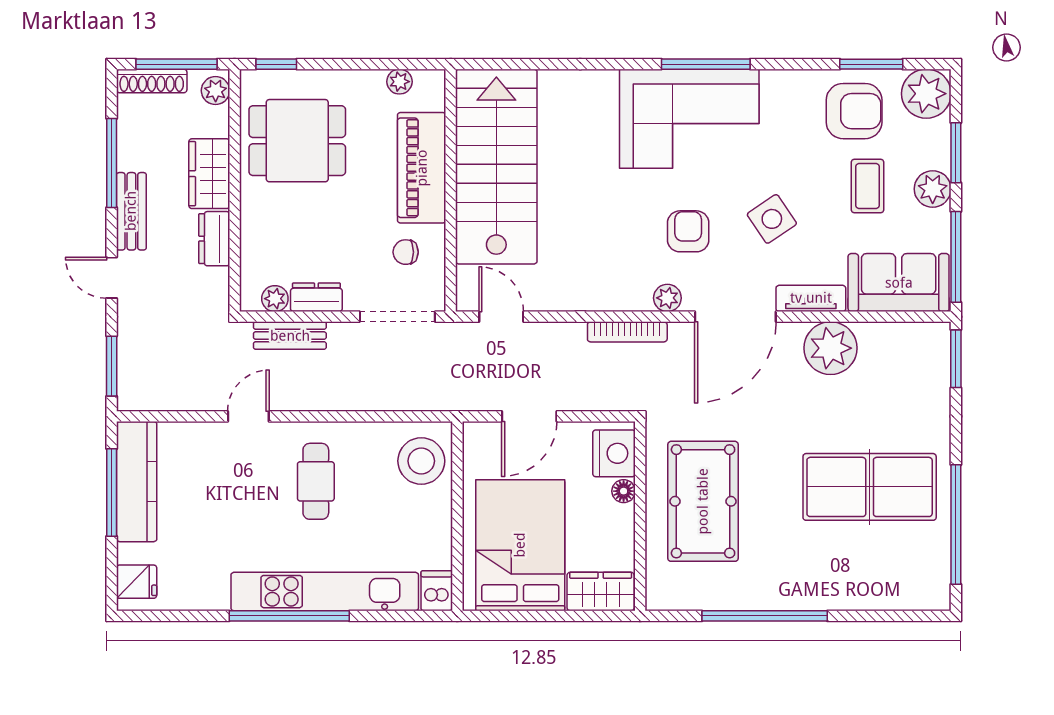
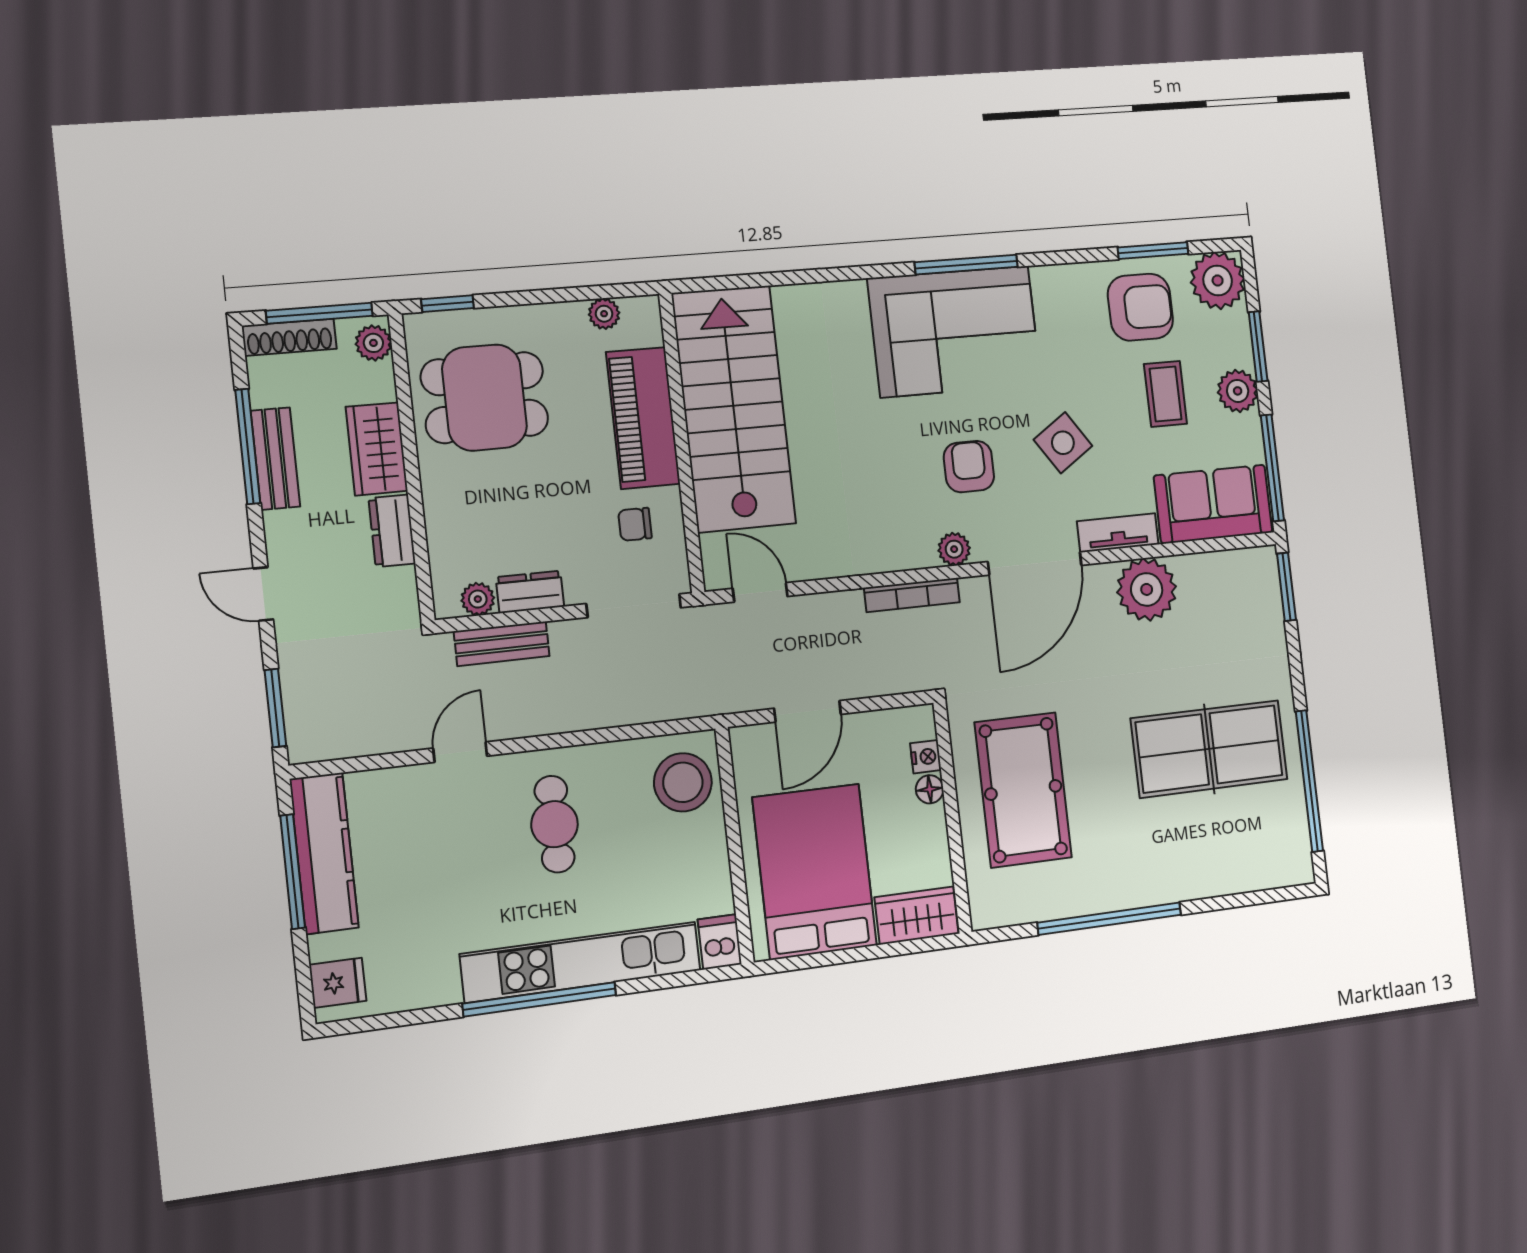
bench: (131, 211) -> (275, 459), moved
nightstand: (614, 453) -> (926, 757), width x0.53, depth x0.56

